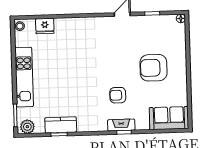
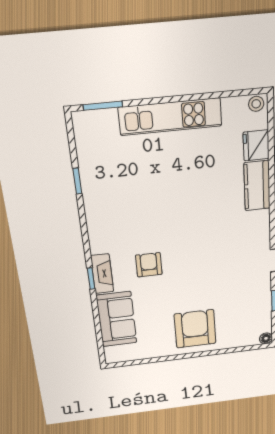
armchair: (153, 68) -> (195, 329), moved
sofa: (169, 118) -> (117, 319), moved
kitchen counter: (61, 125) -> (257, 186), moved, turned 180
plant: (27, 127) -> (85, 128), removed

